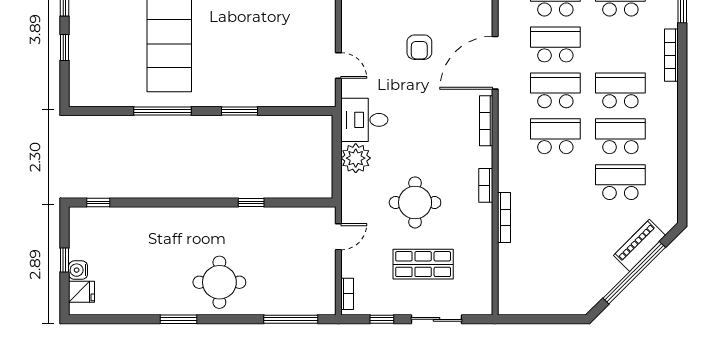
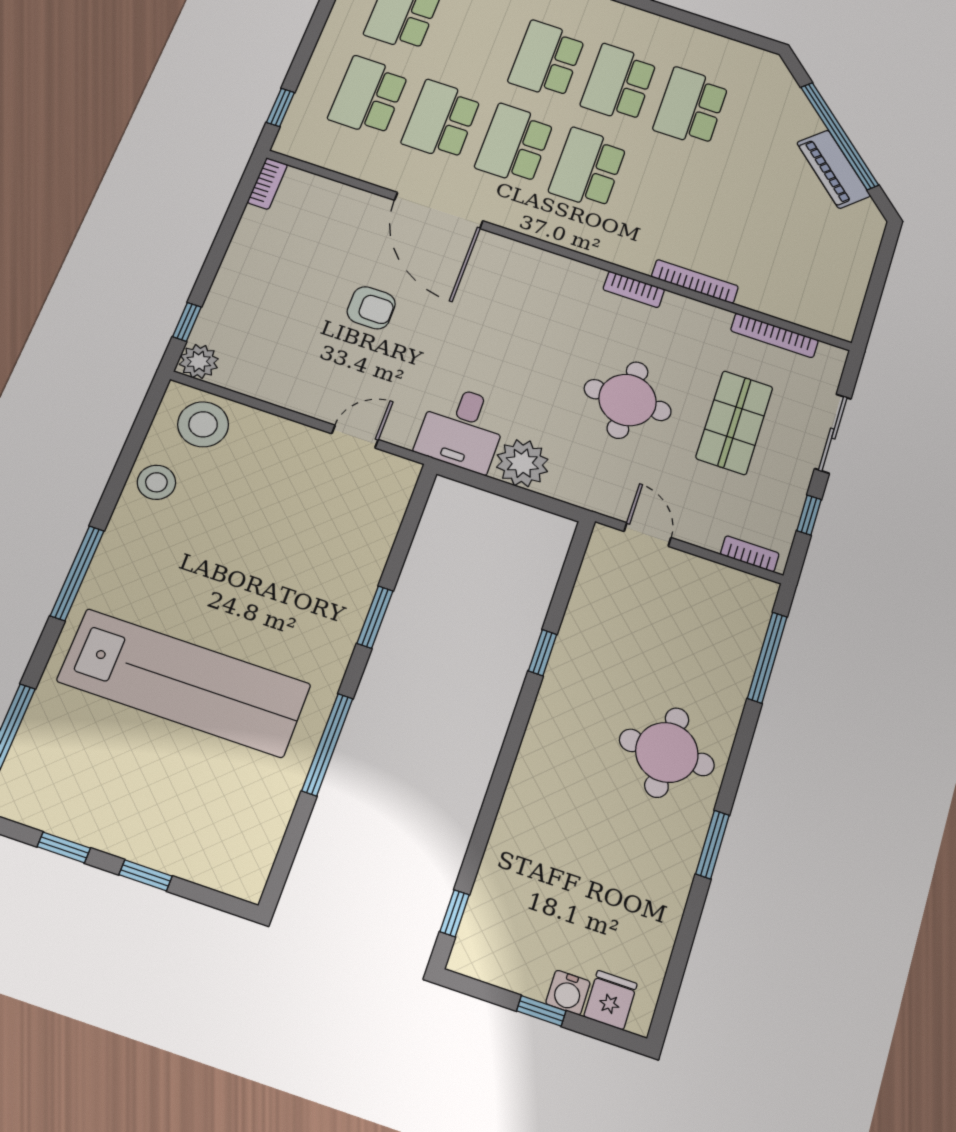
bookcase: (486, 121) -> (774, 335), moved
piano: (639, 245) -> (834, 169), moved

